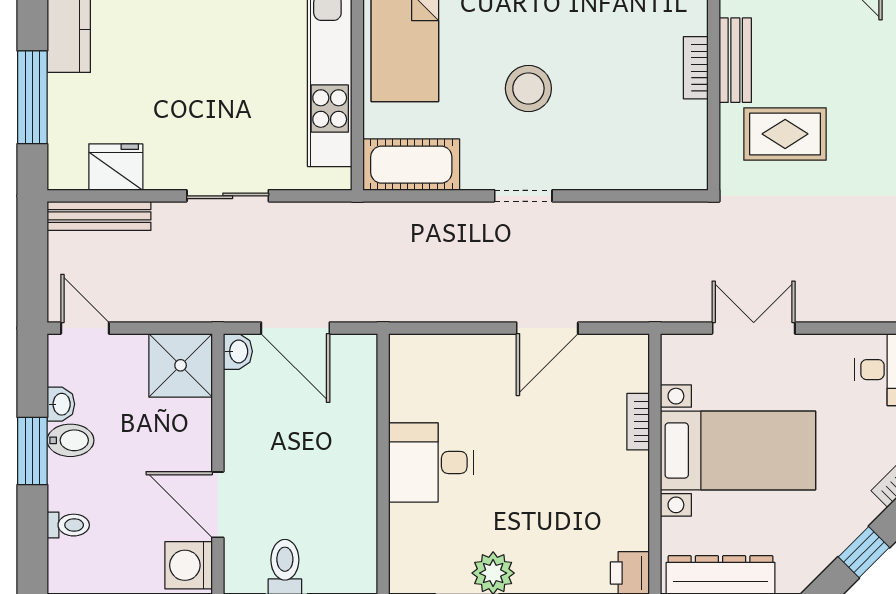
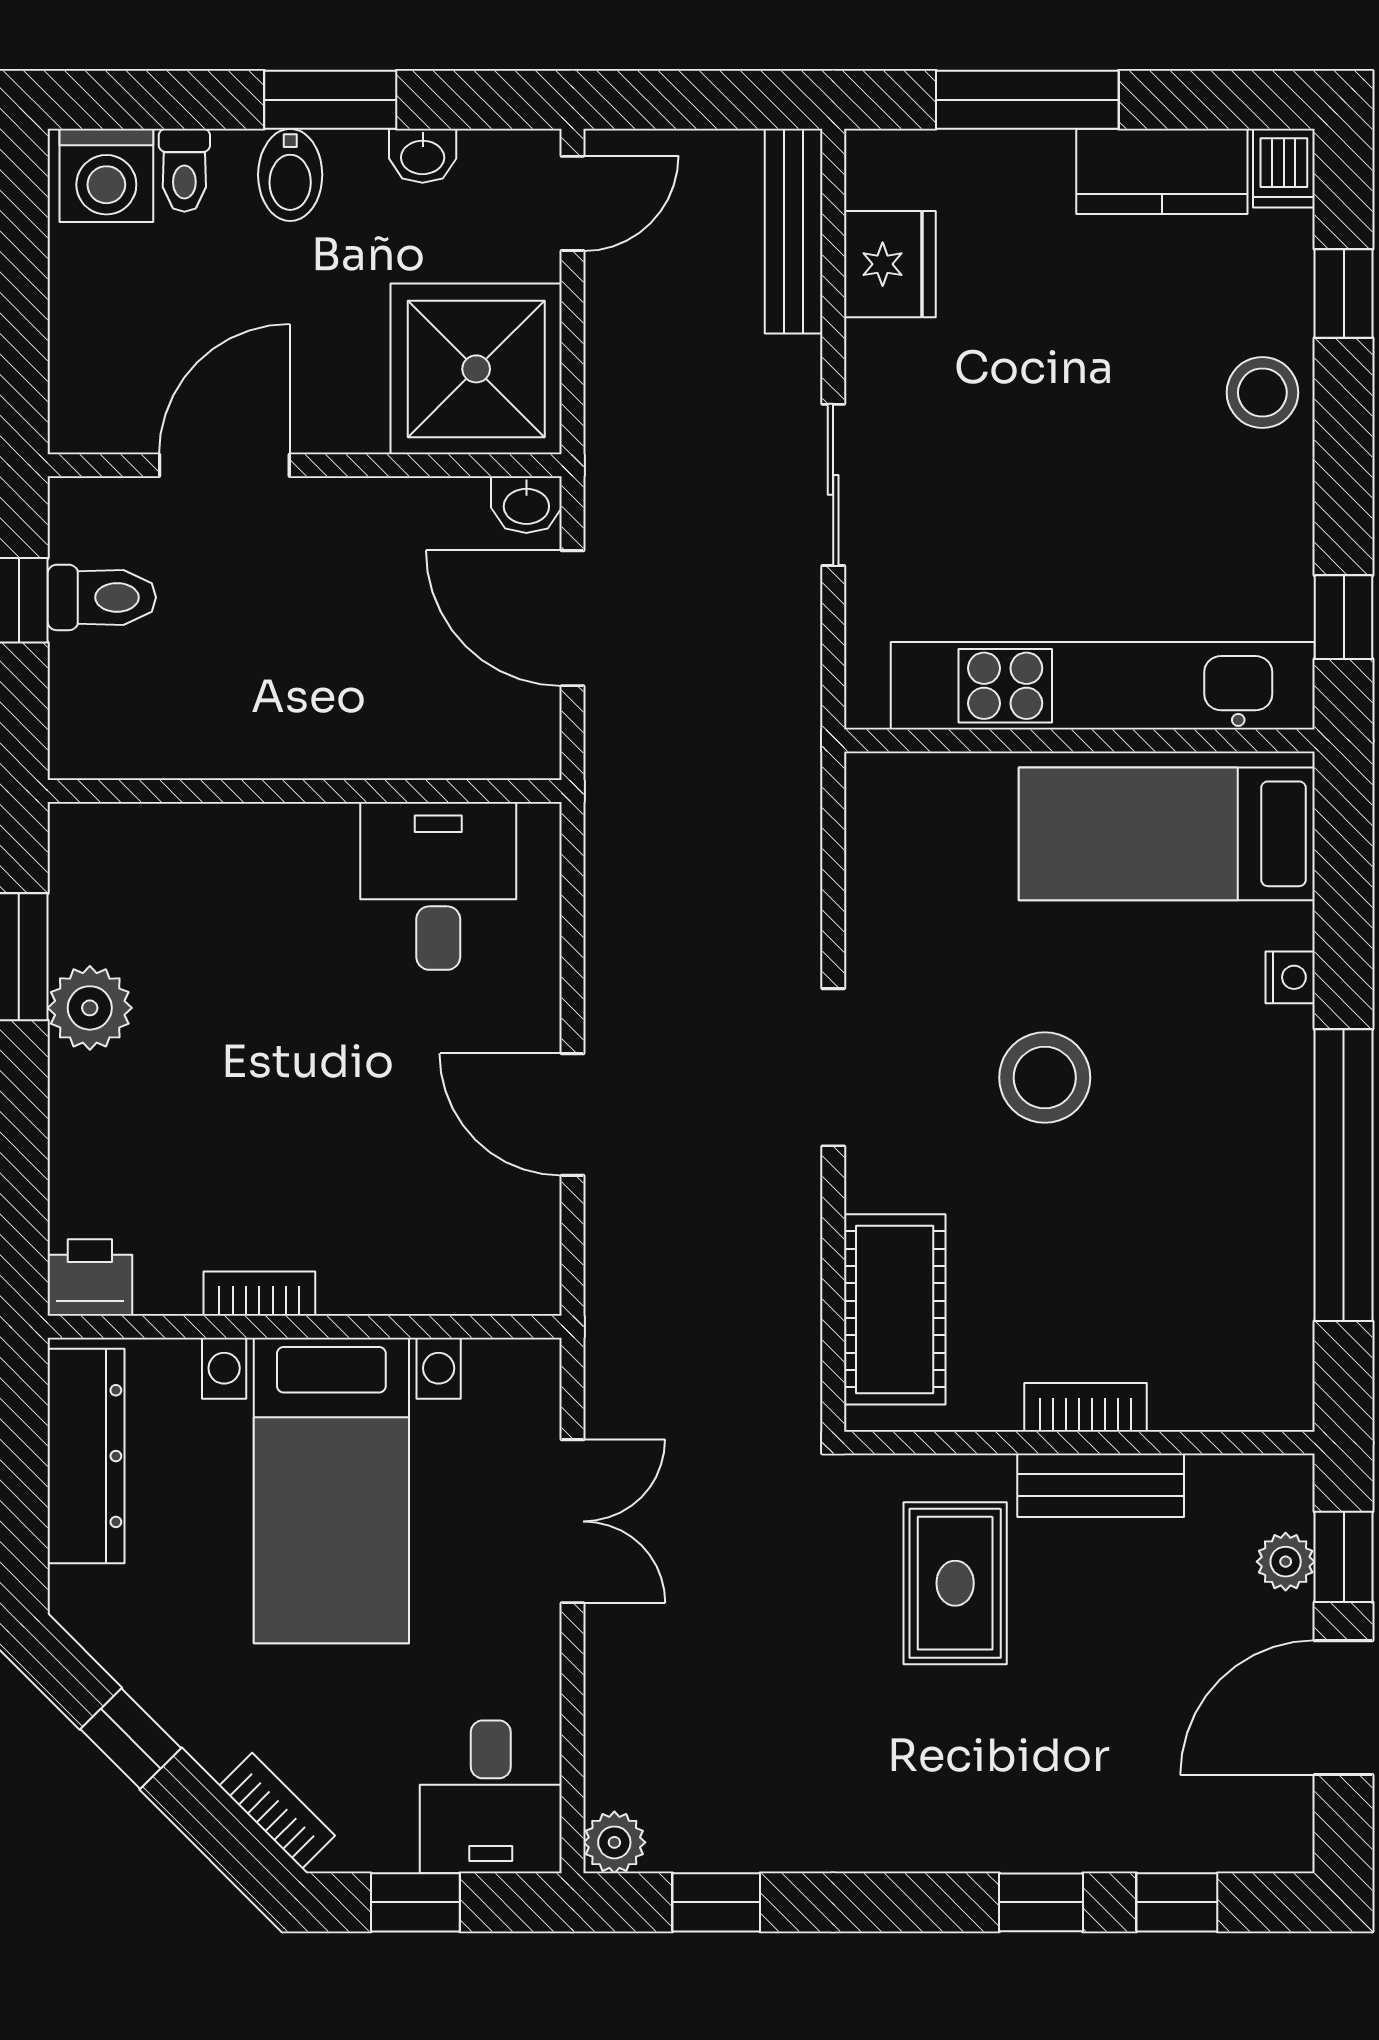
cot: (411, 165) -> (895, 1309), moved
doorway: (523, 196) -> (833, 1067), width x1.38
door: (295, 328) -> (573, 618), hinge flipped
shower: (181, 365) -> (476, 369), width x1.37, depth x1.37
bookcase: (638, 422) -> (259, 1294), moved
bidet: (70, 440) -> (290, 175), moved
desk: (431, 462) -> (438, 886), moved
washing machine: (189, 565) -> (106, 175), moved, turned 180

